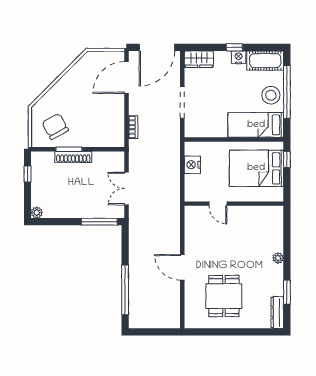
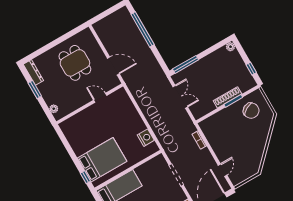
door: (127, 78) -> (223, 170), width x0.53
door: (218, 204) -> (100, 98), moved
wall: (234, 204) -> (90, 104), moved

